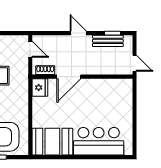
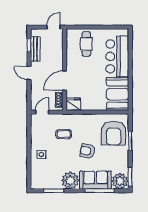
door: (78, 33) -> (29, 73), hinge flipped
door: (69, 77) -> (65, 81), swing flipped
cafe table: (114, 103) -> (86, 44), added

